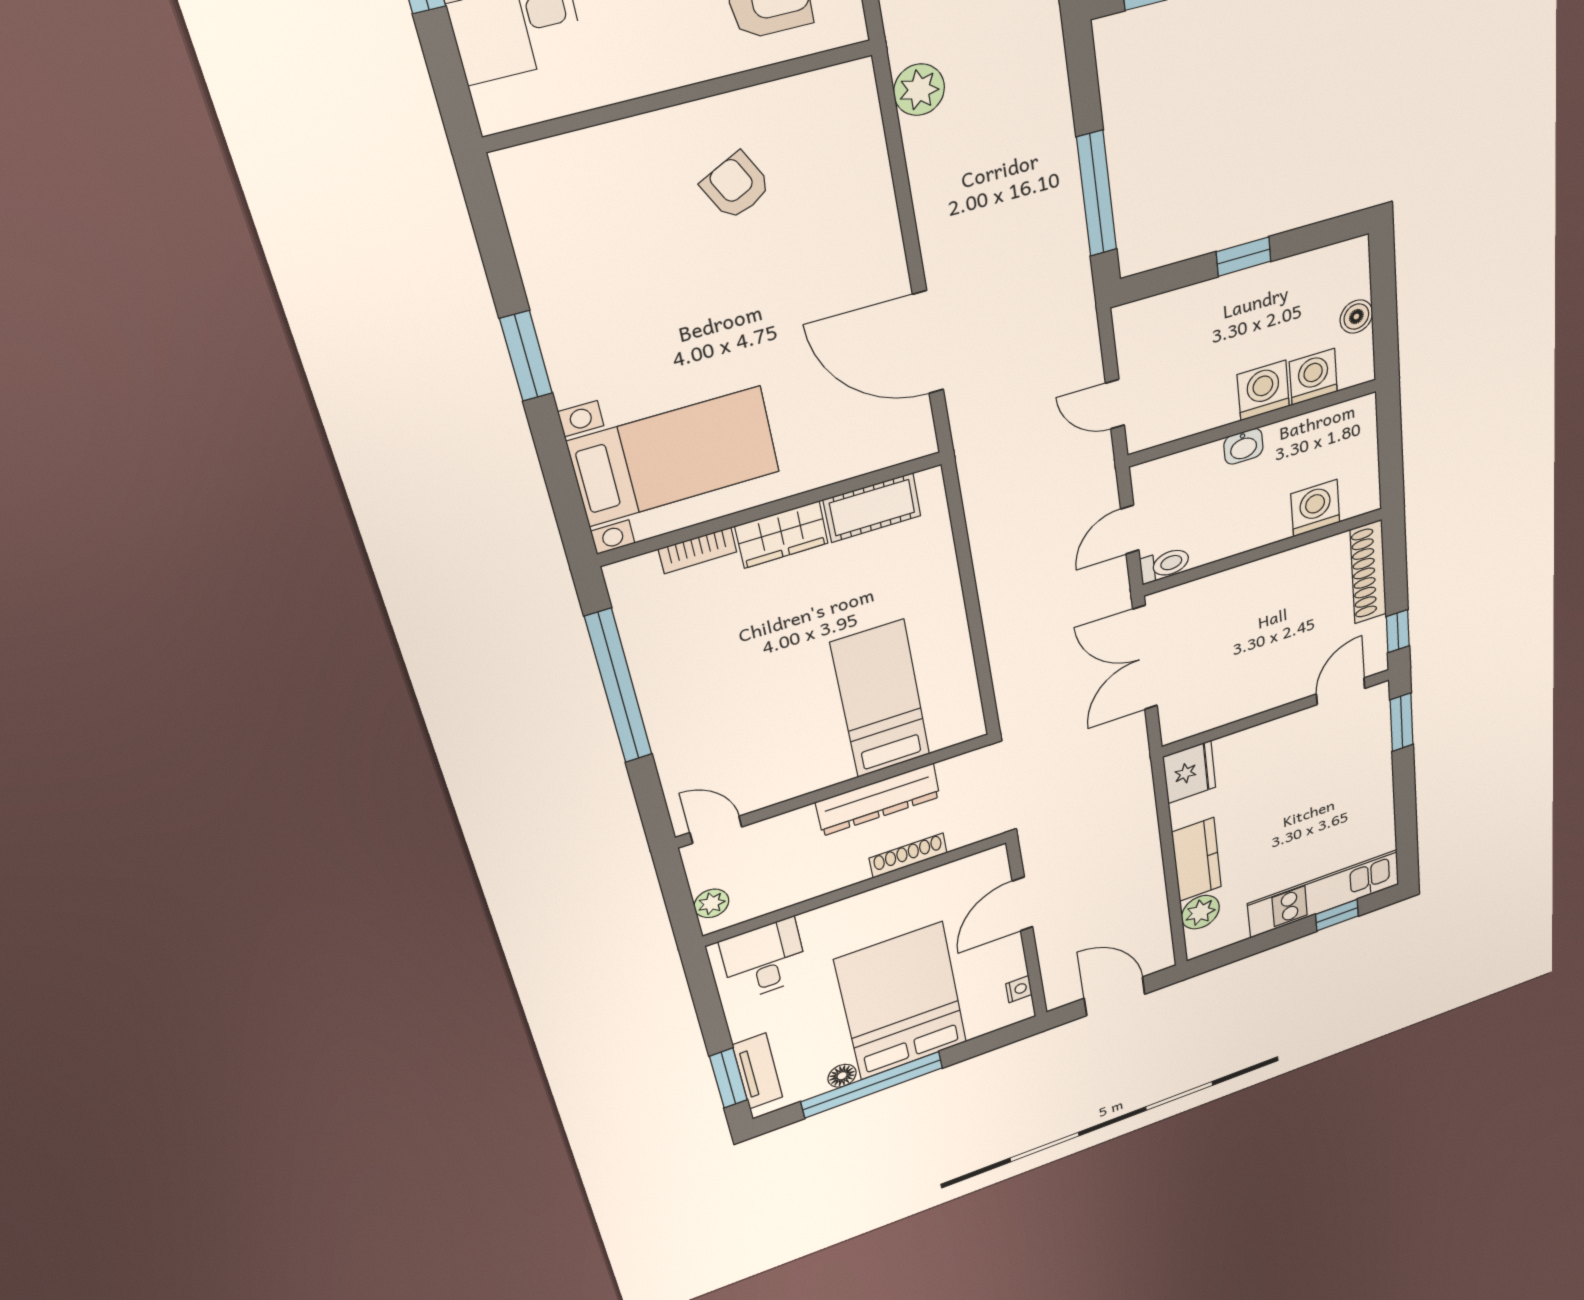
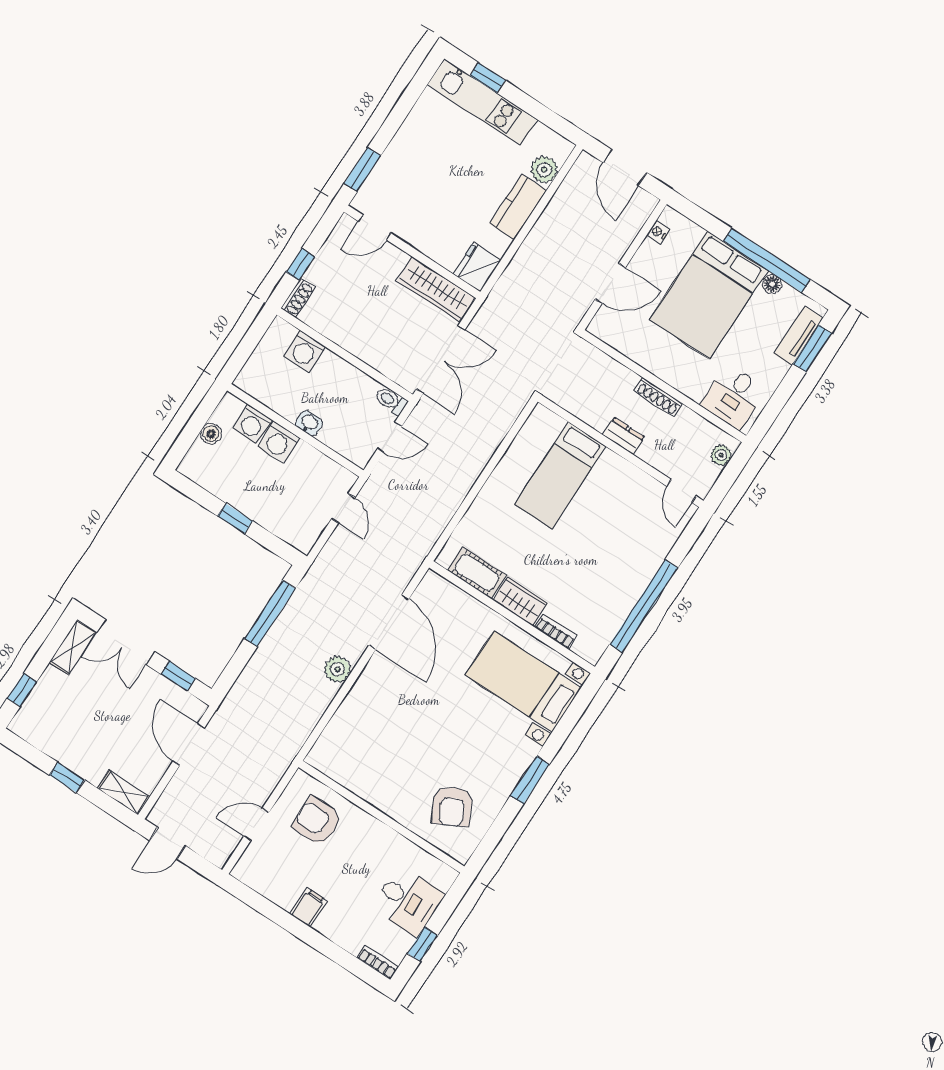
plant: (919, 90) -> (337, 669), moved
armchair: (736, 186) -> (452, 807), moved, width x1.38, depth x1.38
shoe rack: (1368, 572) -> (298, 298), width x0.51, depth x0.81
window: (1398, 631) -> (300, 264), moved
wardrobe: (1216, 710) -> (436, 289), added
dresser: (878, 800) -> (624, 436), width x0.51, depth x0.80
shoe rack: (908, 855) -> (658, 397), moved

